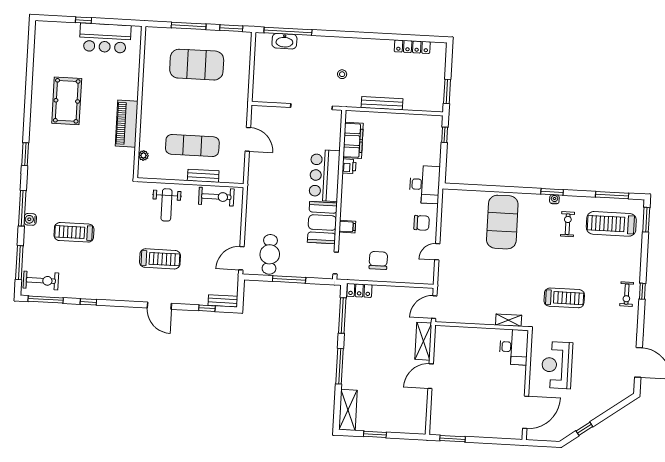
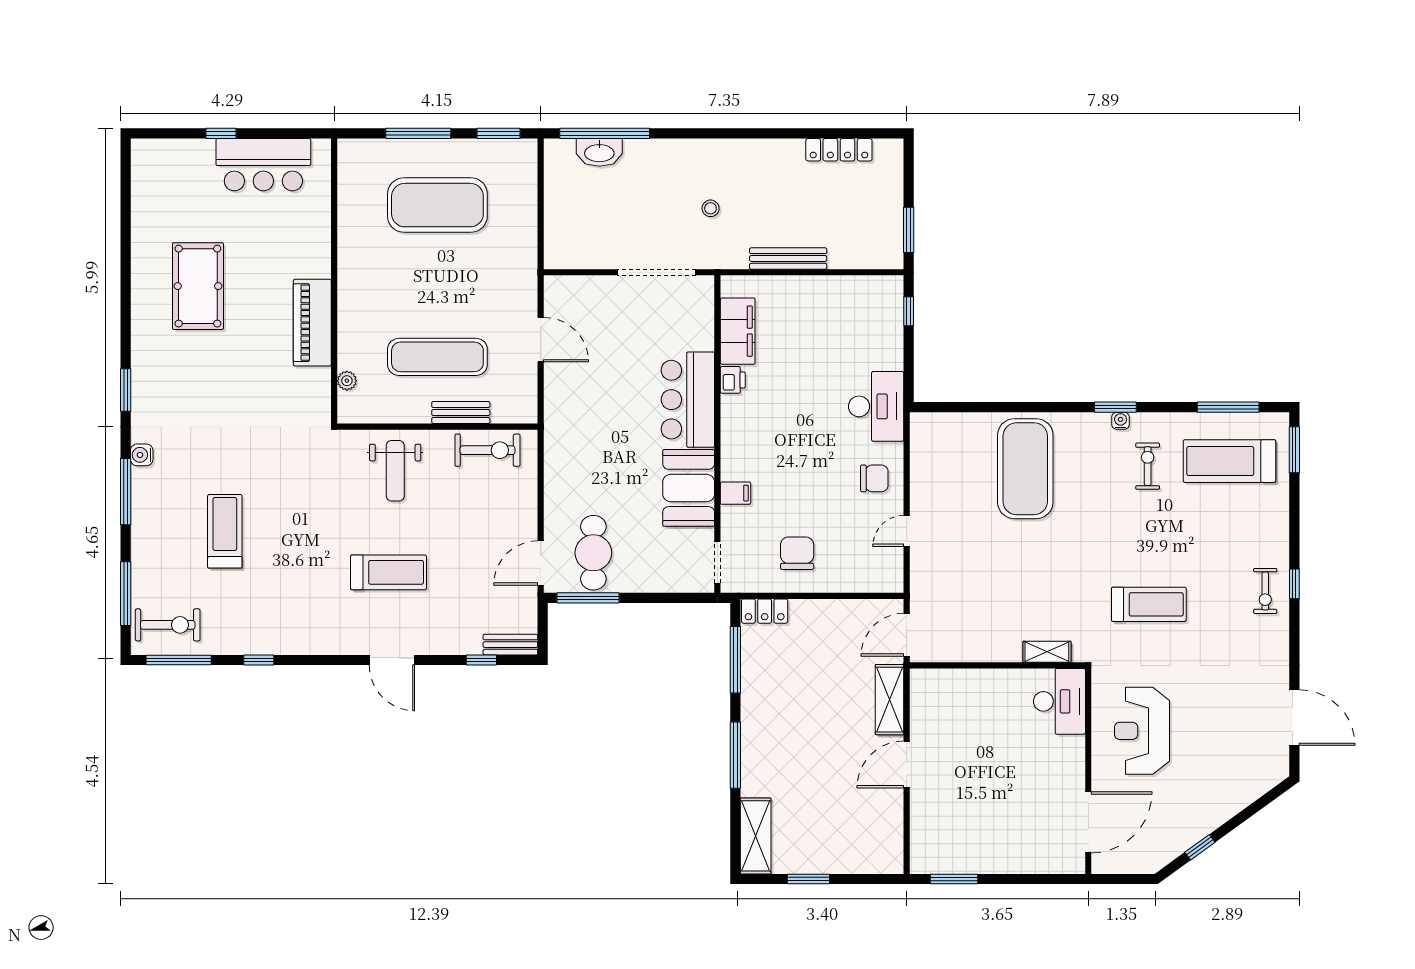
water cooler: (30, 219) -> (142, 455), moved
treadmill: (74, 232) -> (225, 531), turned 90
window: (289, 279) -> (588, 598), moved

